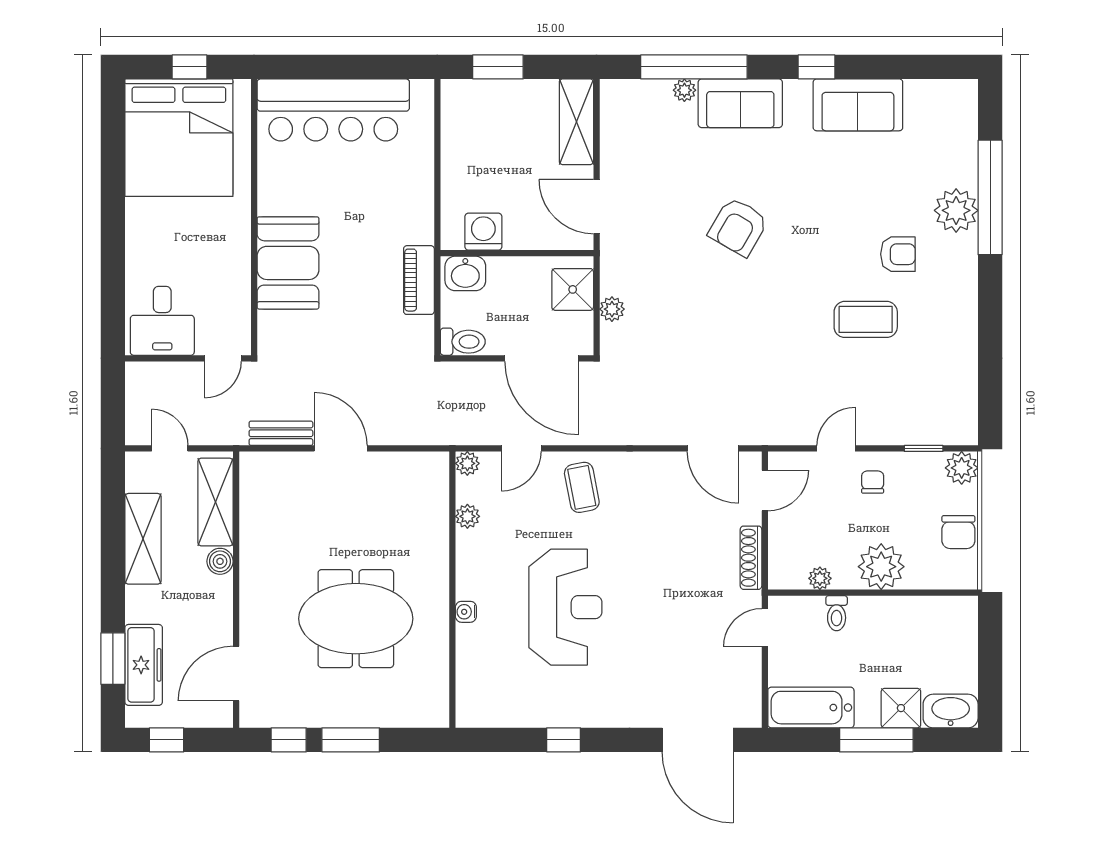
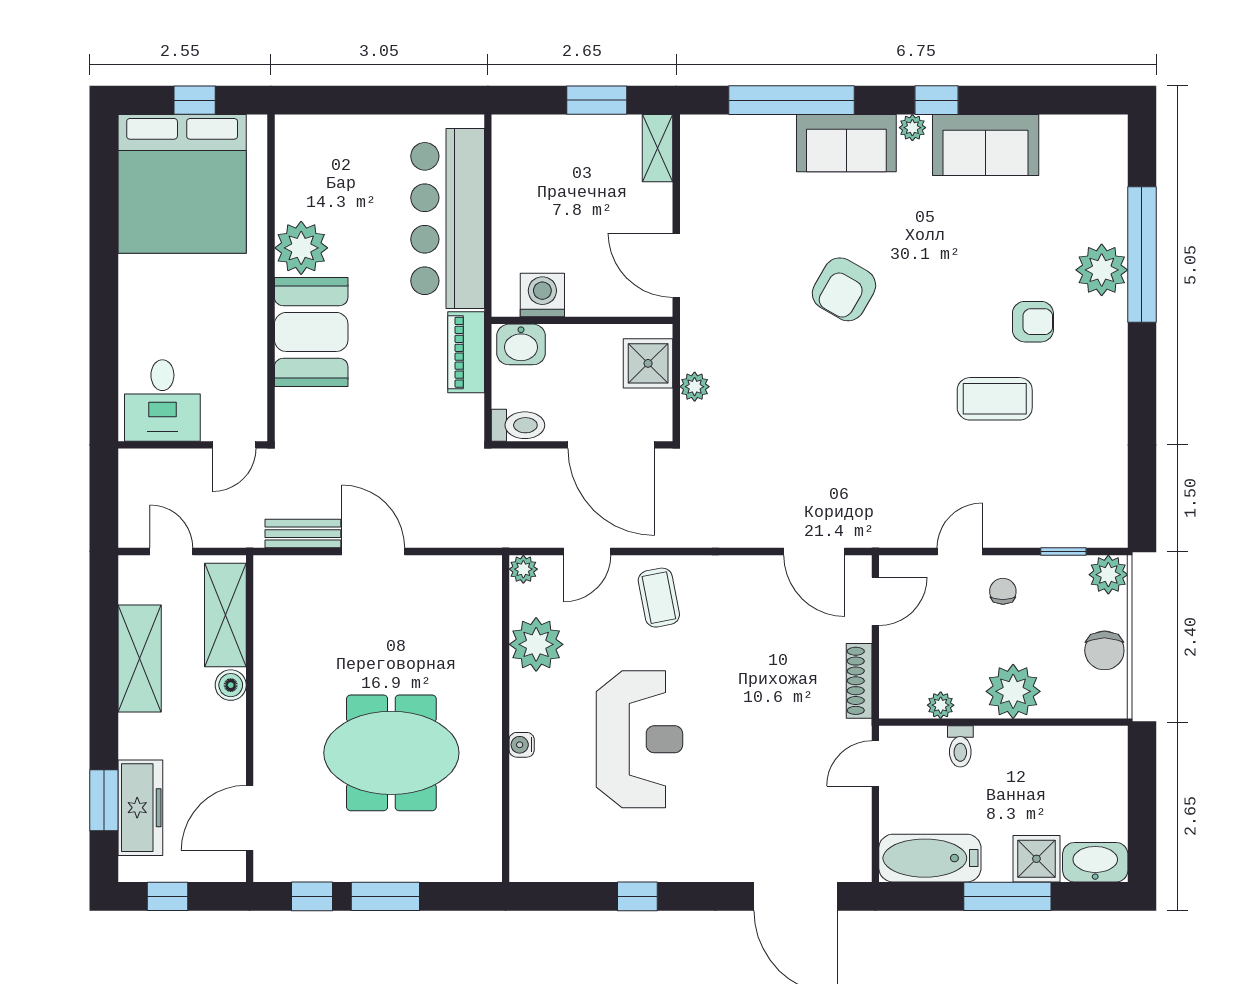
window: (498, 67) -> (597, 100), moved
plant: (684, 90) -> (912, 128), moved
bar counter: (333, 110) -> (448, 219), moved, turned 90
shelving: (576, 122) -> (658, 148), width x0.67, depth x0.75
plant: (280, 192) -> (301, 248), added
plant: (467, 516) -> (536, 644), width x1.87, depth x1.87

